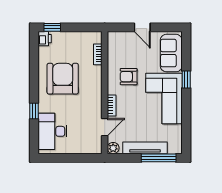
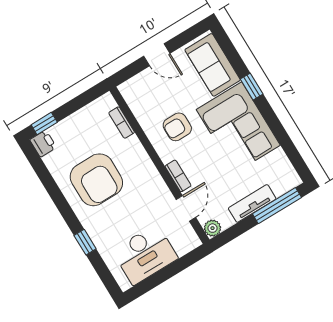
armchair: (63, 79) -> (96, 180), turned 180
desk: (52, 131) -> (145, 254), moved, turned -90
tv unit: (145, 148) -> (252, 203), width x0.71

